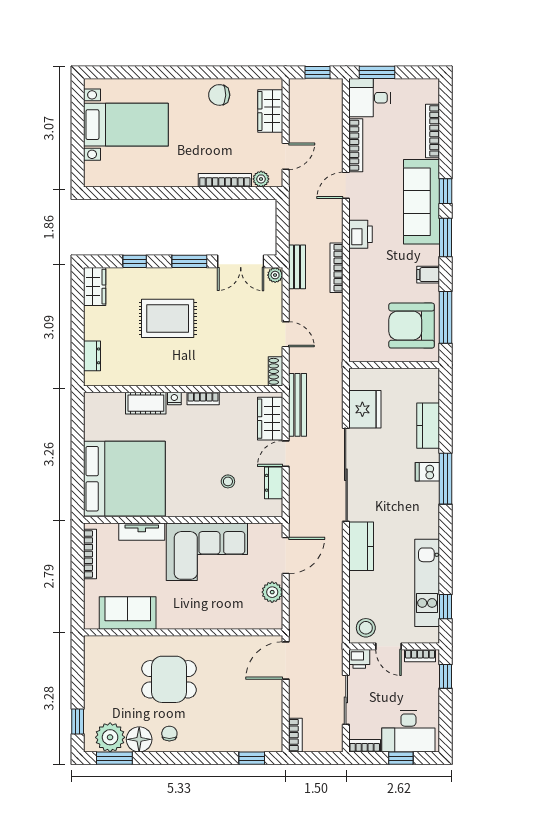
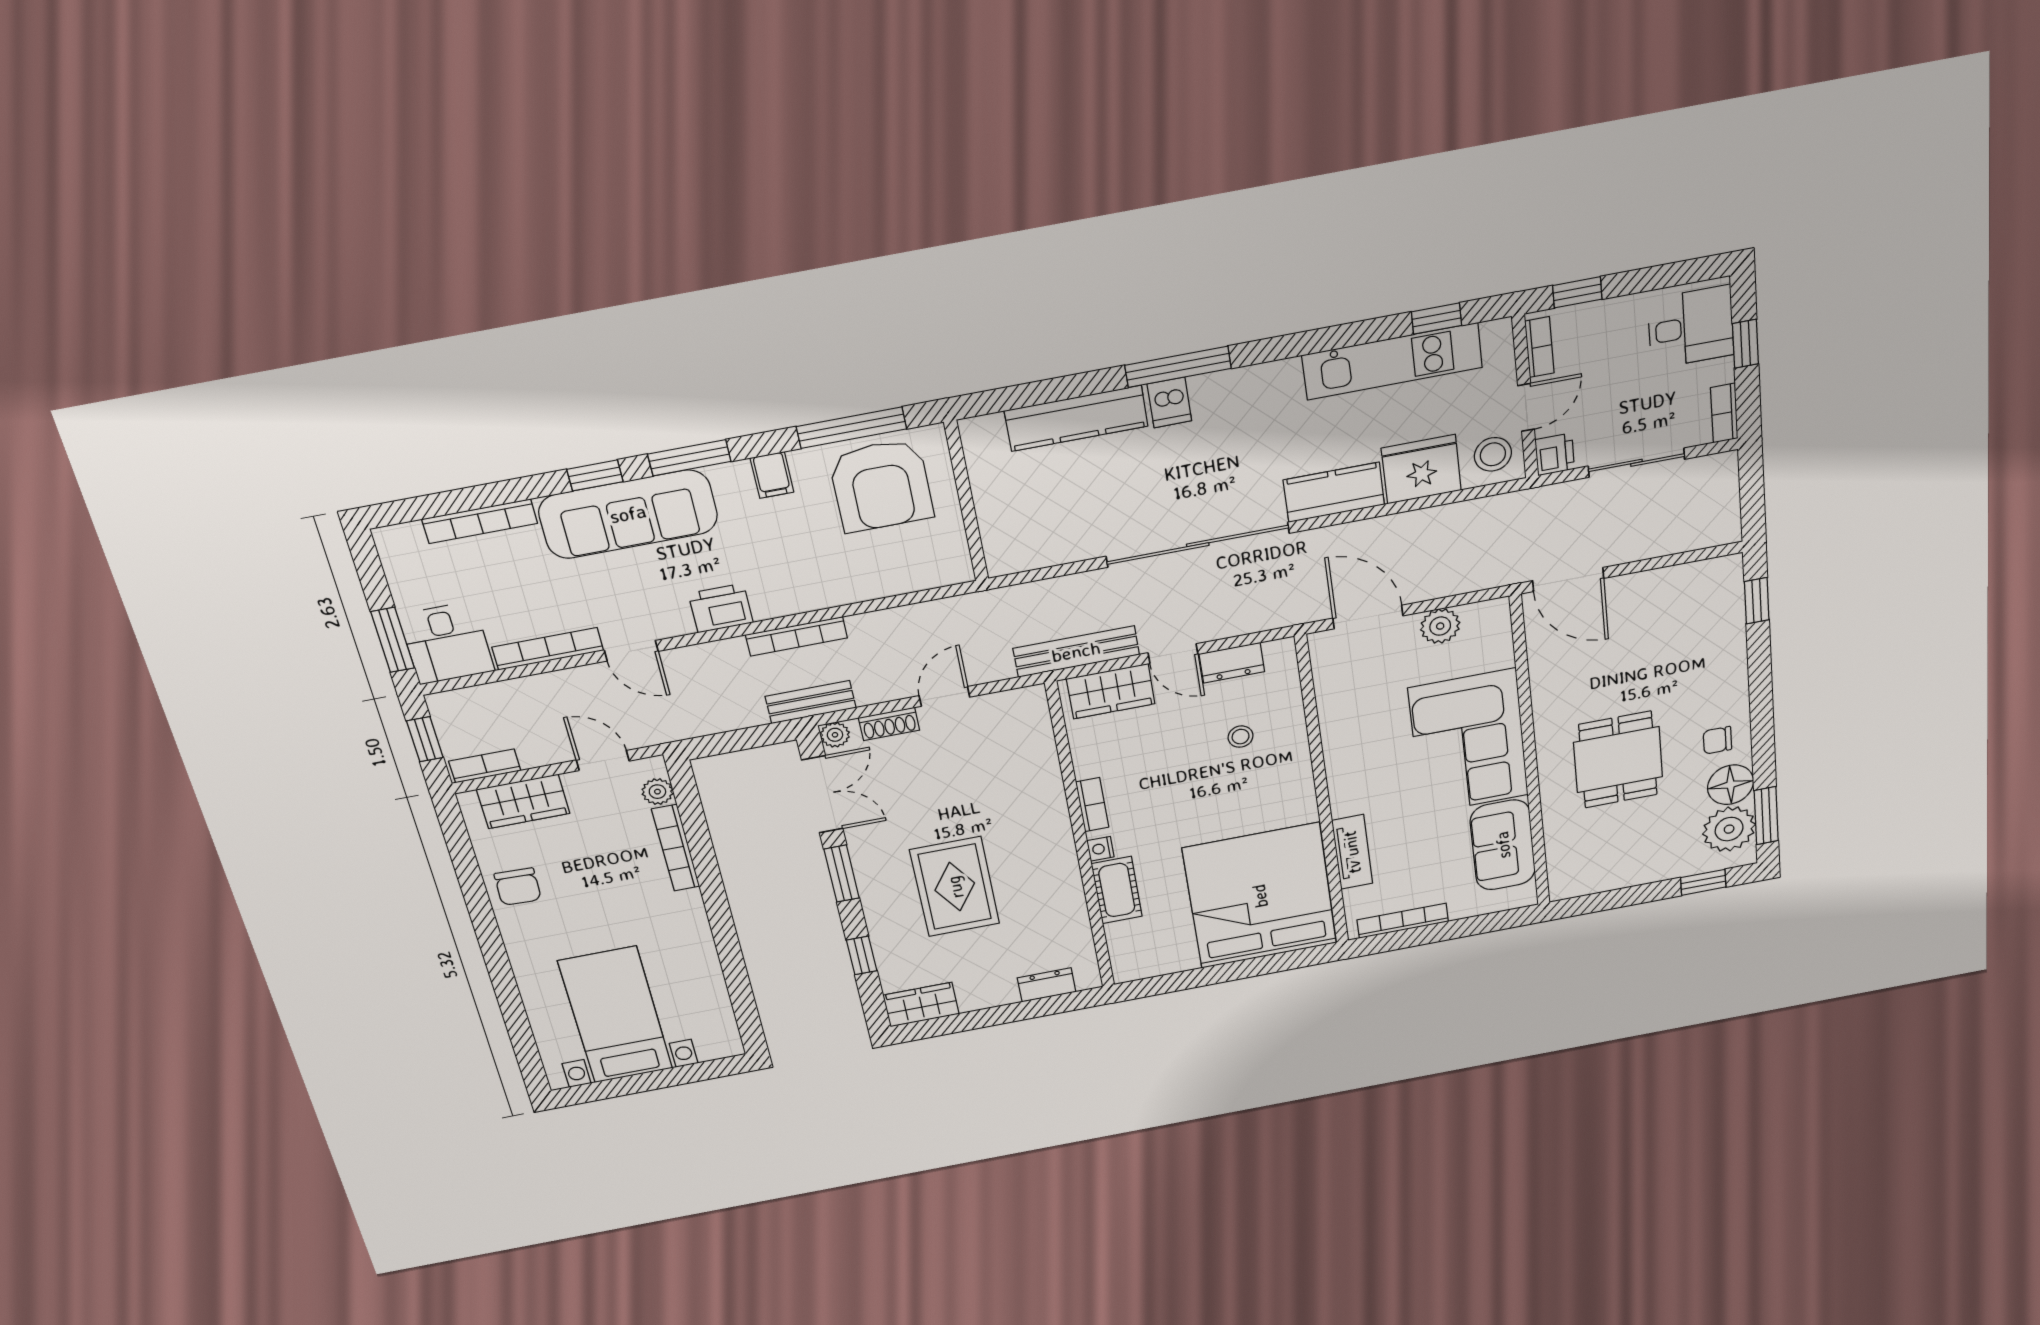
shoe rack: (275, 371) -> (889, 724), moved
fridge: (365, 409) -> (1421, 469), moved
kitchen counter: (428, 426) -> (1076, 418), width x1.50
corner sofa: (207, 552) -> (1469, 742), moved, turned 180
desk: (408, 731) -> (1691, 327), width x0.73
bookcase: (295, 735) -> (485, 766), moved

